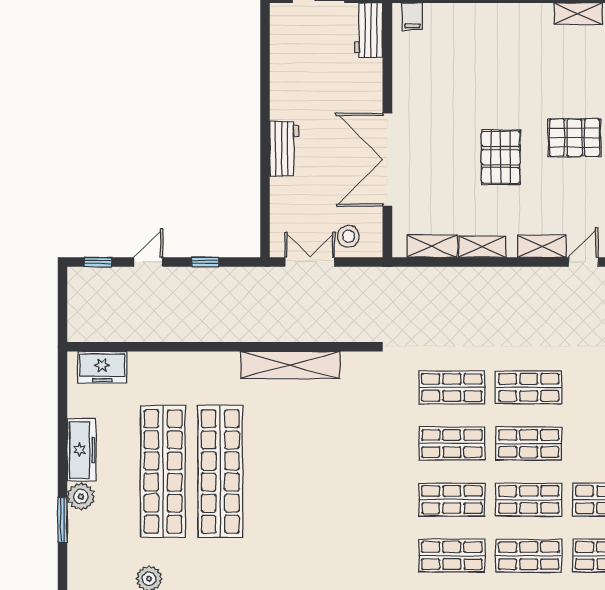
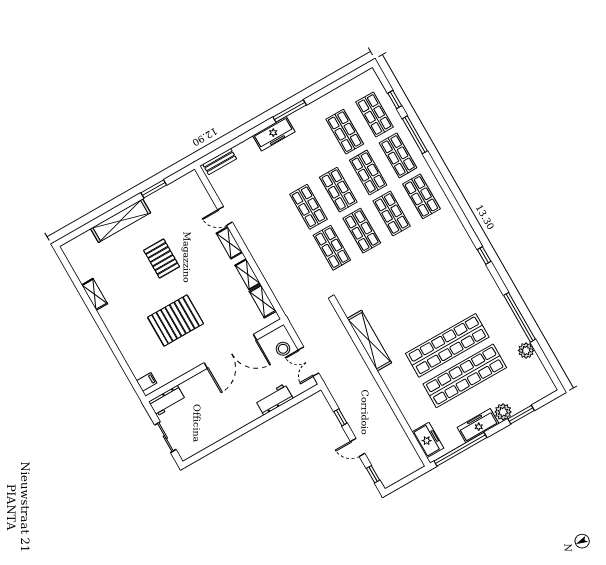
workbench: (284, 149) -> (274, 399), moved
pallet: (501, 157) -> (176, 320), moved, width x1.37, depth x1.41
window: (63, 406) -> (460, 449), added

